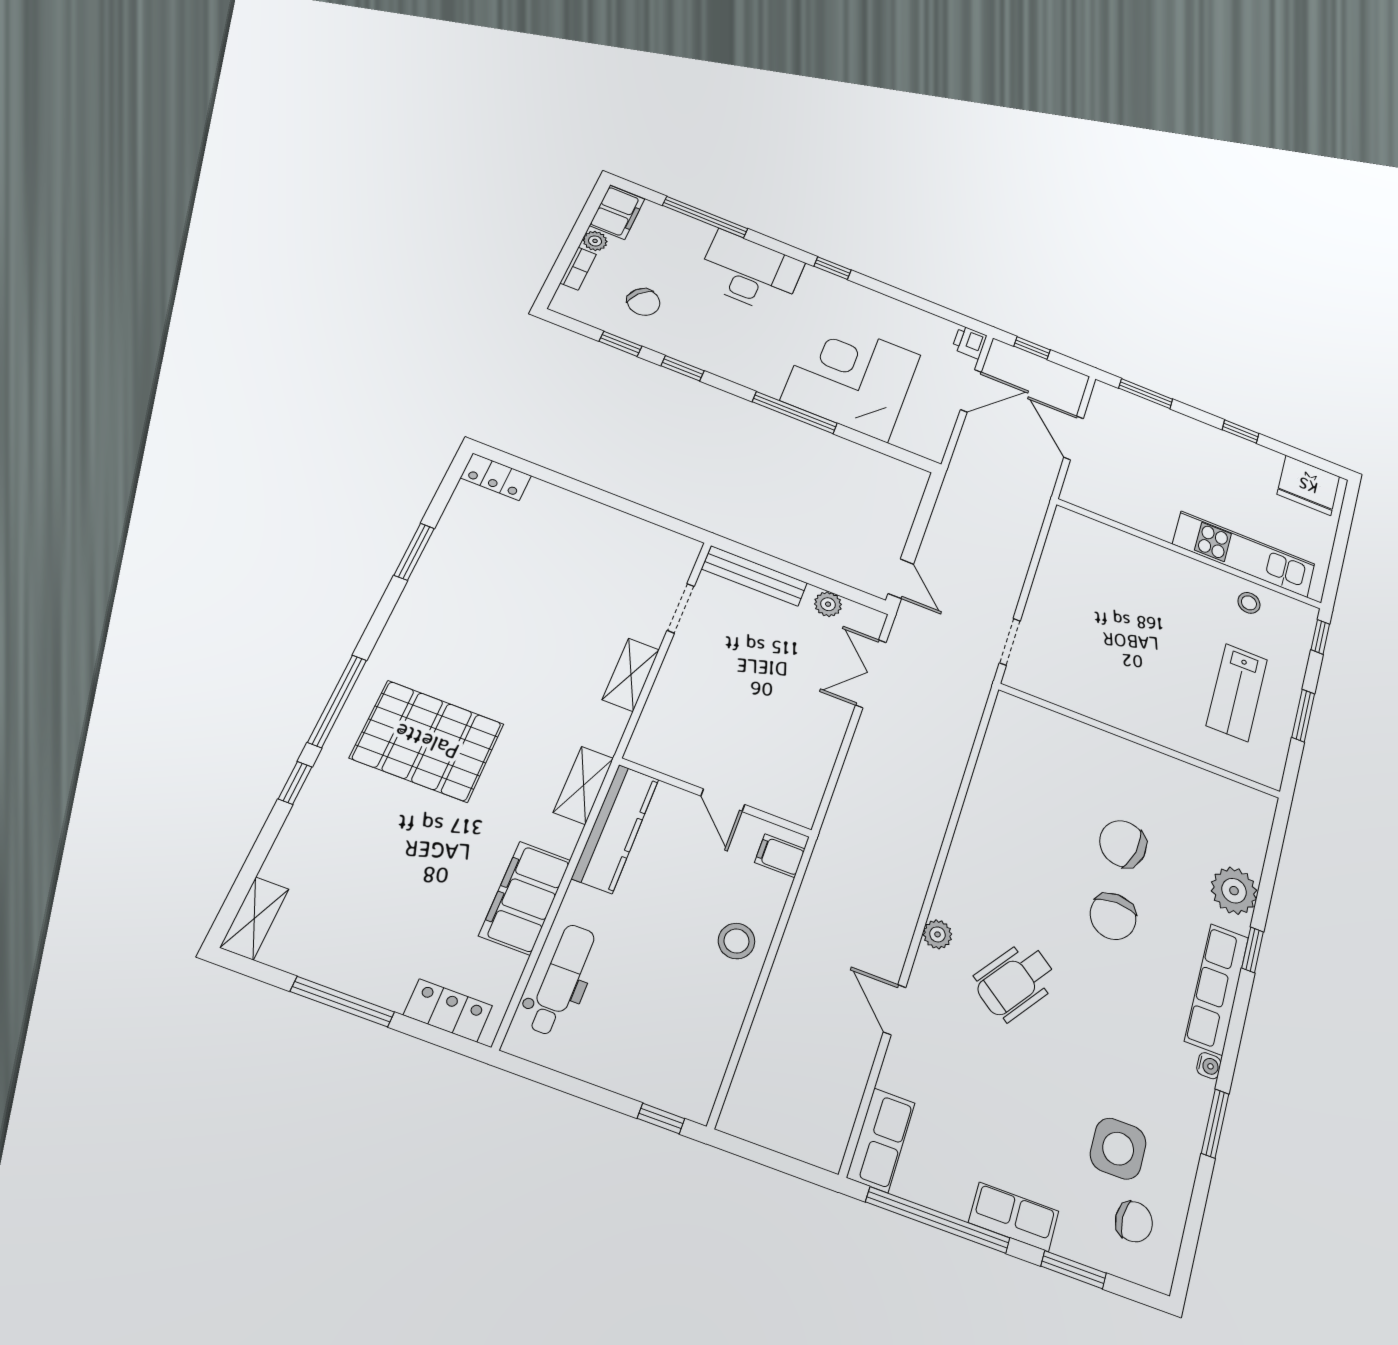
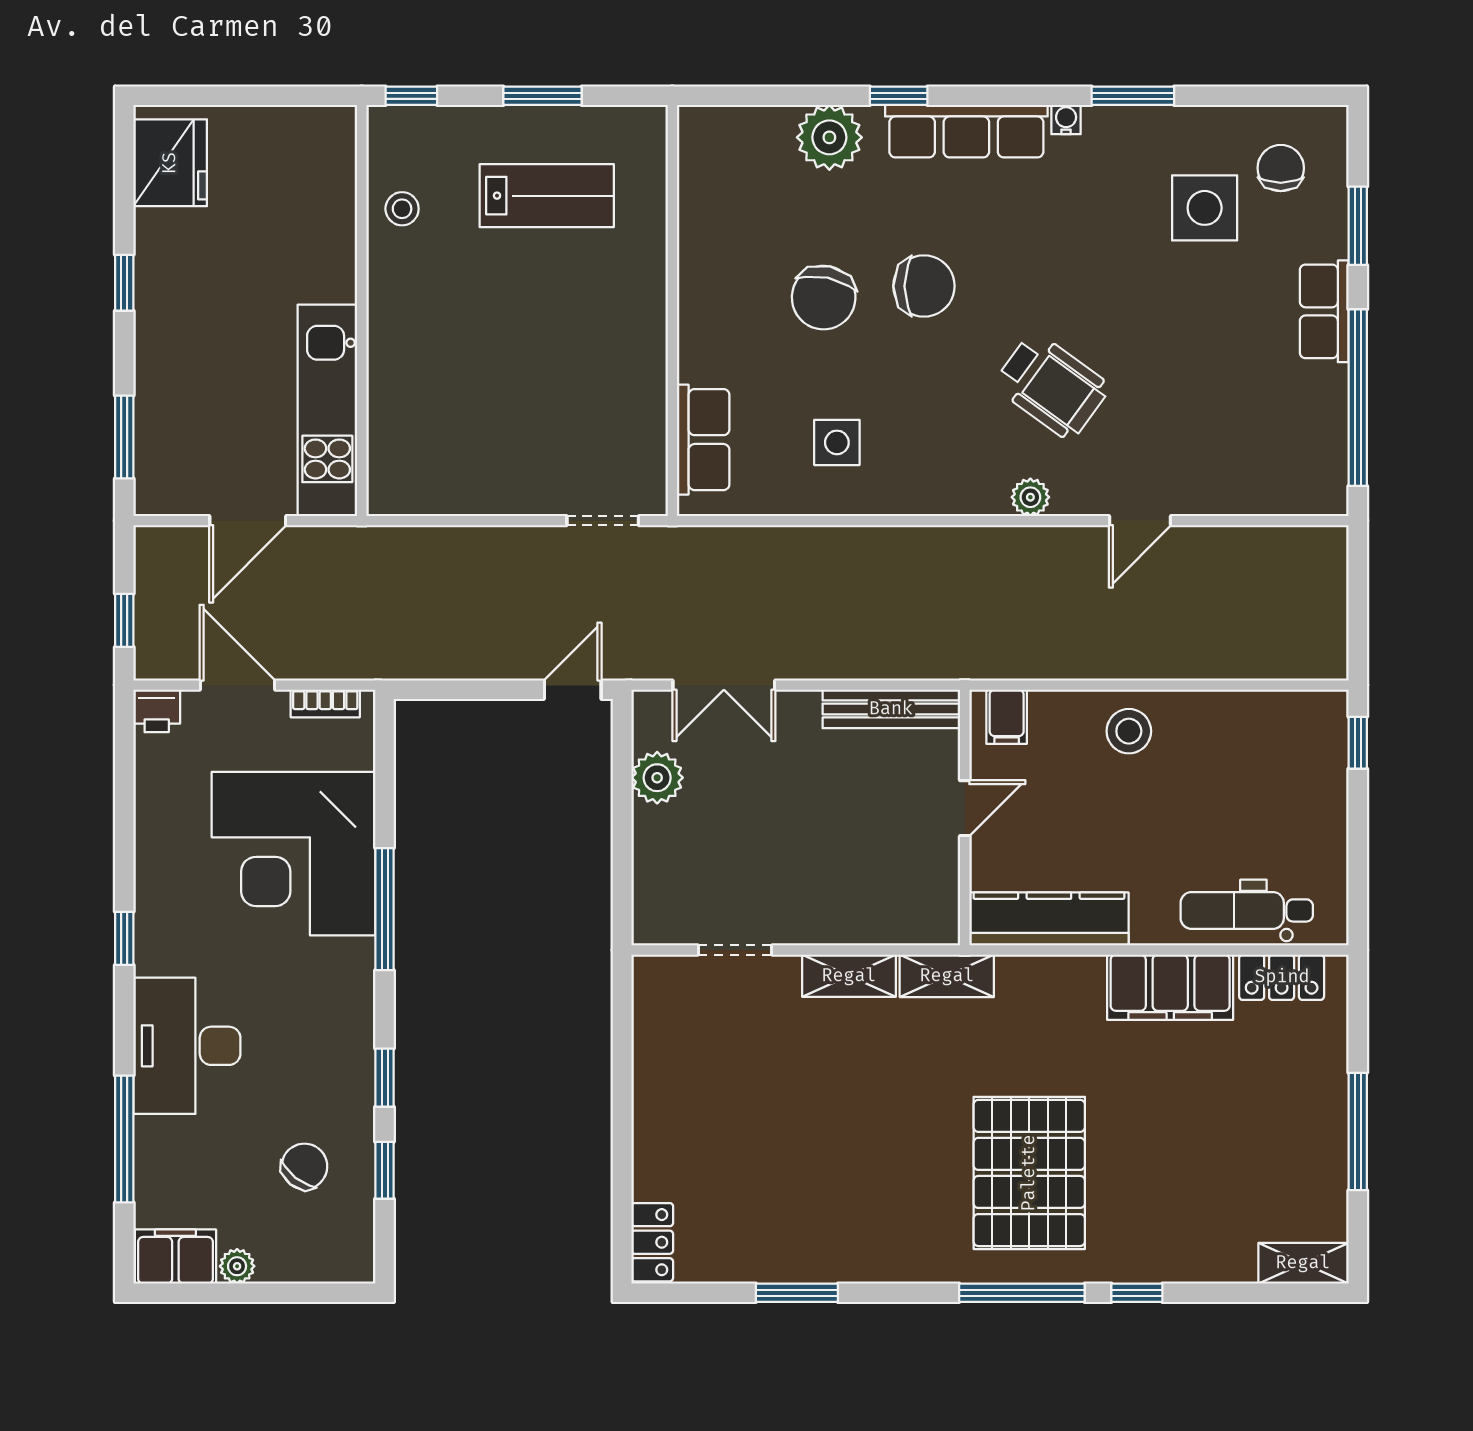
bookcase: (578, 269) -> (325, 703), moved, turned 180
kitchen unit: (1244, 554) -> (327, 410), moved
bench: (755, 576) -> (891, 709), moved, turned 90
plant: (828, 604) -> (657, 778), width x1.38, depth x1.38
shelving: (584, 785) -> (947, 976), moved
side table: (1018, 814) -> (837, 442), added
locker: (448, 1010) -> (1282, 977), moved, turned -90
row of seats: (881, 1140) -> (703, 440), moved, turned 90

